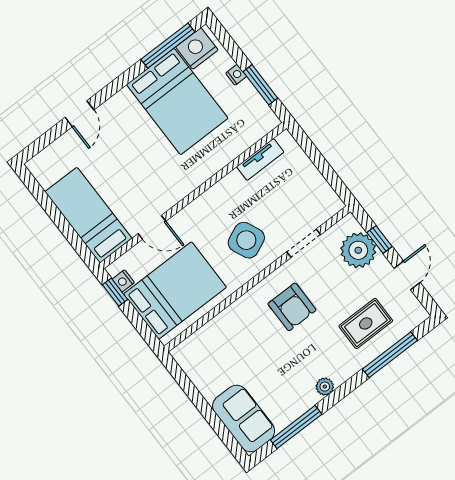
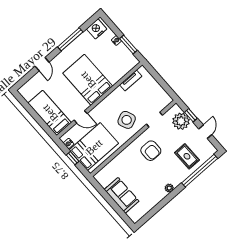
window: (168, 46) -> (70, 39), moved
bed: (177, 102) -> (88, 80), moved, turned 180
window: (115, 292) -> (73, 158), moved
rug: (366, 323) -> (187, 156), turned 90
window: (390, 355) -> (200, 171), width x1.46
sofa: (244, 419) -> (122, 195), moved
window: (296, 427) -> (157, 209), removed

